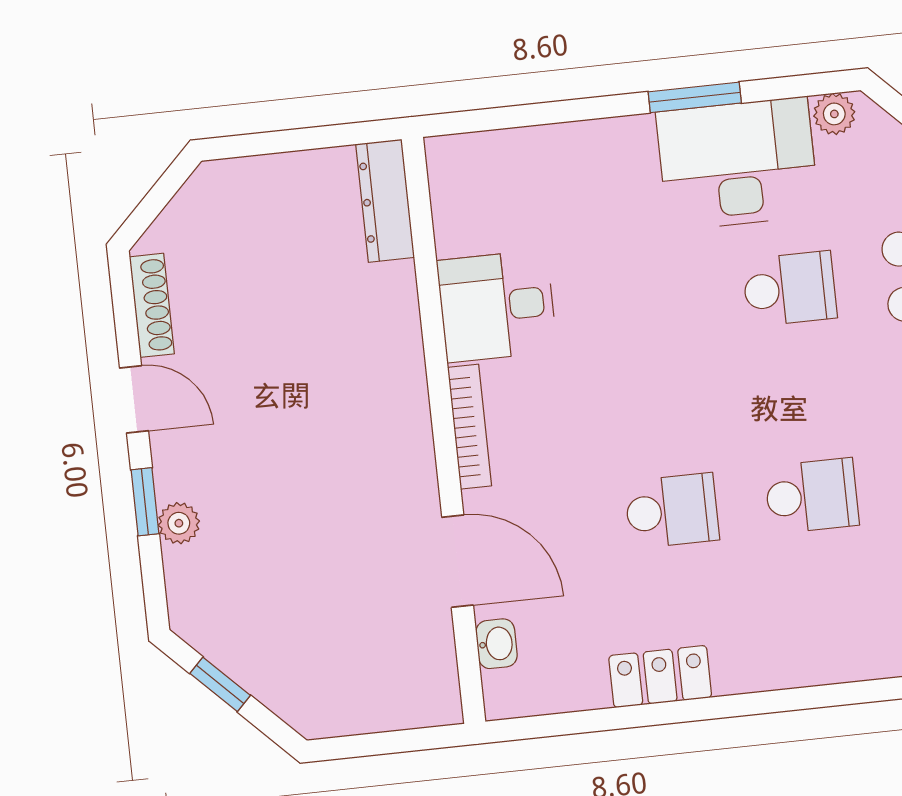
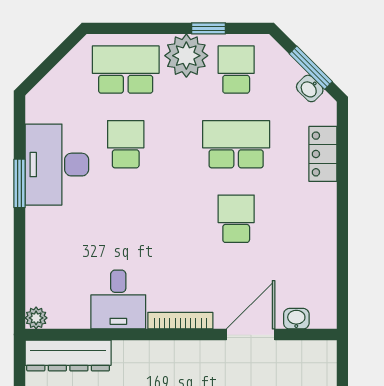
plant: (834, 114) -> (36, 318), moved
dresser: (385, 201) -> (68, 355), width x1.37, depth x1.24
school desk: (812, 496) -> (236, 144), width x1.85
locker: (660, 677) -> (323, 154), moved

